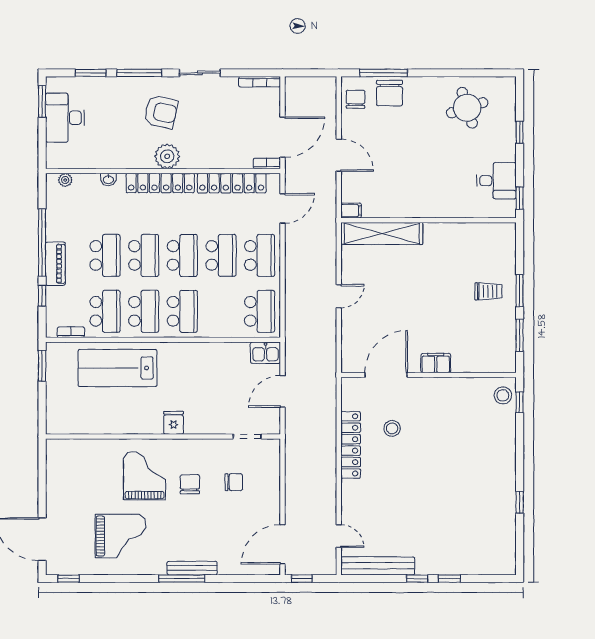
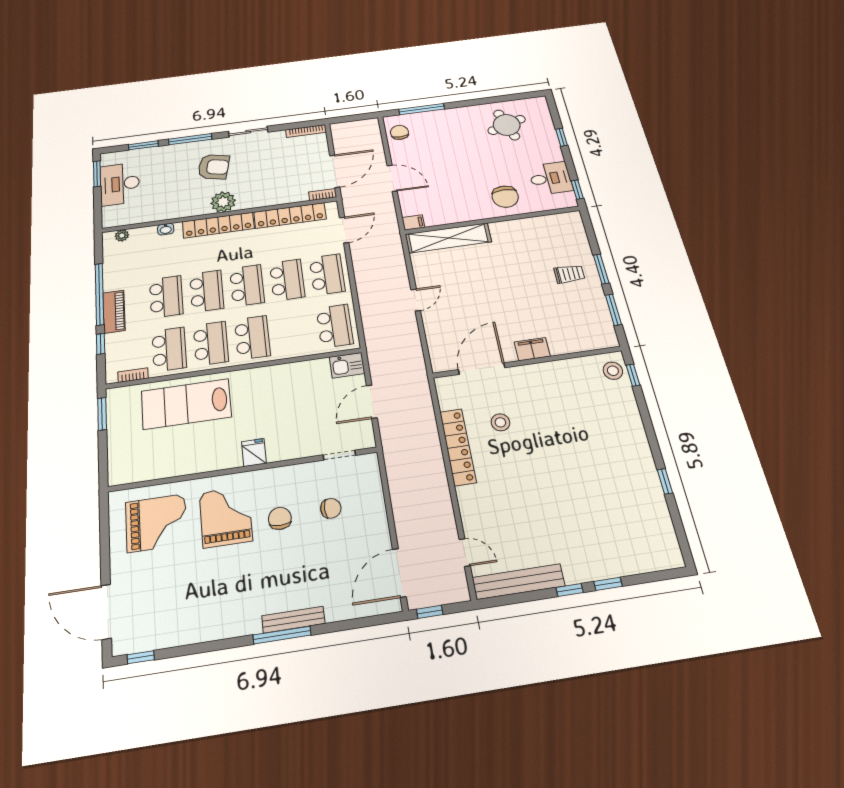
chair: (389, 93) -> (505, 197), moved
grand piano: (121, 536) -> (156, 523), moved

